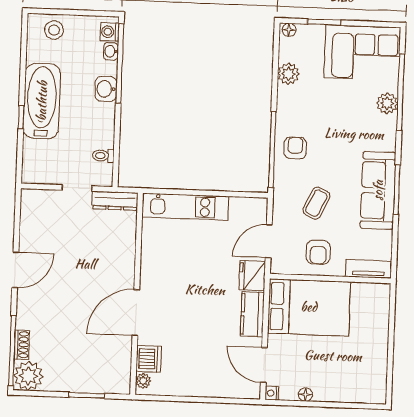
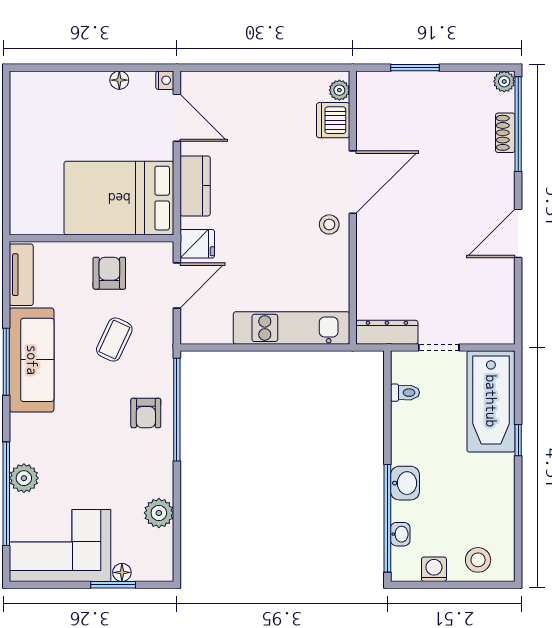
floor lamp: (289, 30) -> (122, 572), moved
washing machine: (110, 32) -> (434, 569), moved, turned -90
bathtub: (42, 101) -> (491, 401), moved
tv unit: (369, 269) -> (21, 275), moved, turned -90
fridge: (252, 276) -> (197, 244), width x0.72
stool: (154, 282) -> (329, 224), added
plant: (28, 376) -> (504, 81), width x0.53, depth x0.53

